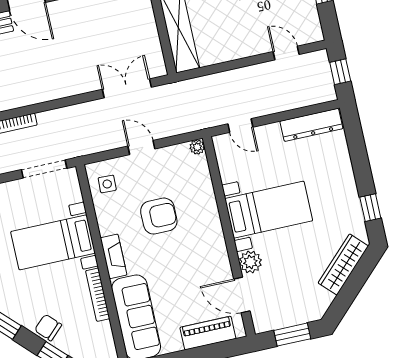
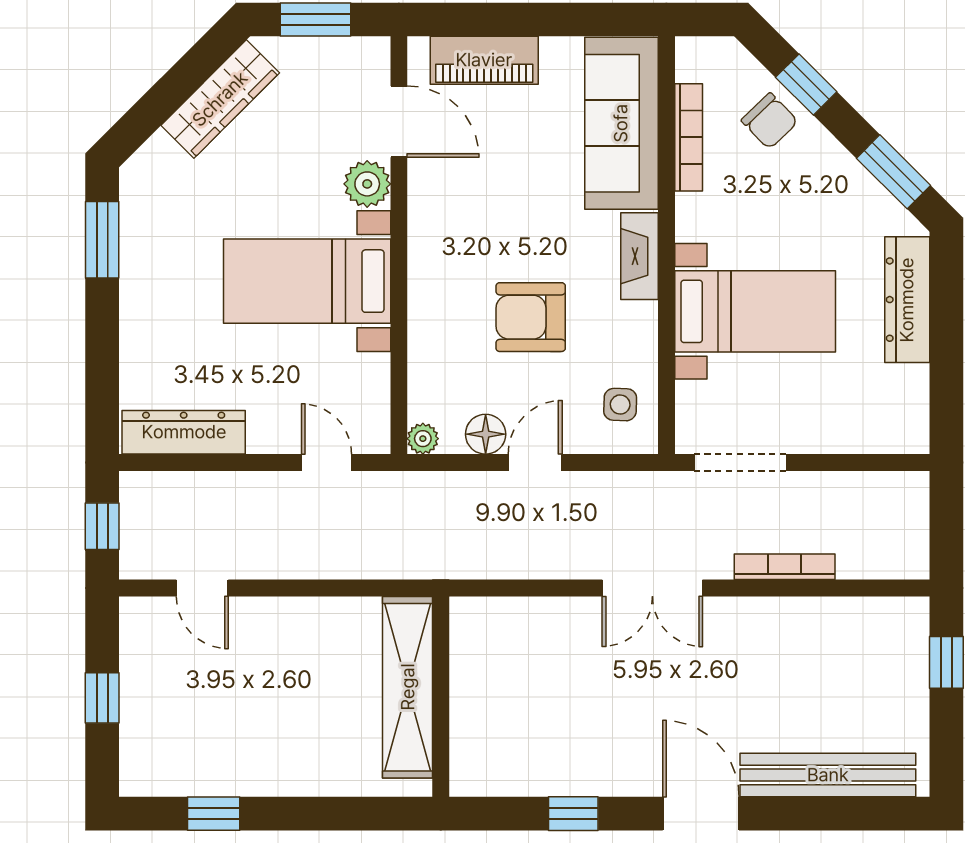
double door: (127, 88) -> (652, 588), moved
door: (141, 148) -> (535, 463), swing flipped
floor lamp: (168, 156) -> (486, 434), added
window: (370, 208) -> (102, 240), width x1.50
wardrobe: (343, 264) -> (220, 99), moved
bookcase: (98, 295) -> (689, 137), moved
chair: (48, 328) -> (770, 121), moved

